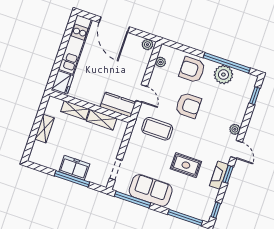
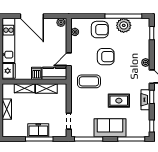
armchair: (192, 70) -> (100, 30), turned 180
door: (142, 93) -> (69, 59), swing flipped
dishwasher: (96, 97) -> (36, 73), added
sofa: (151, 190) -> (110, 128), moved

